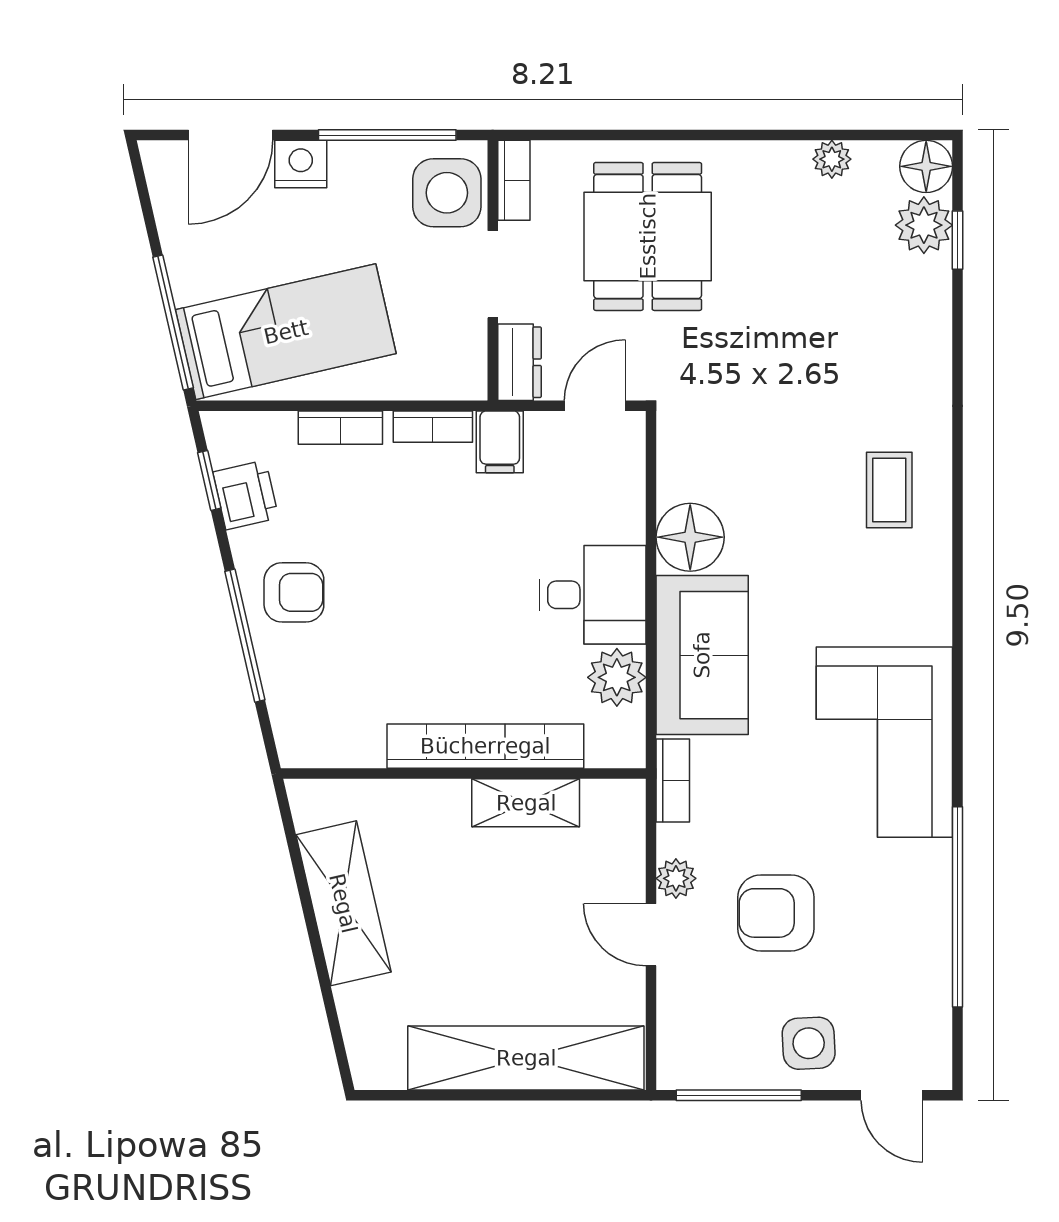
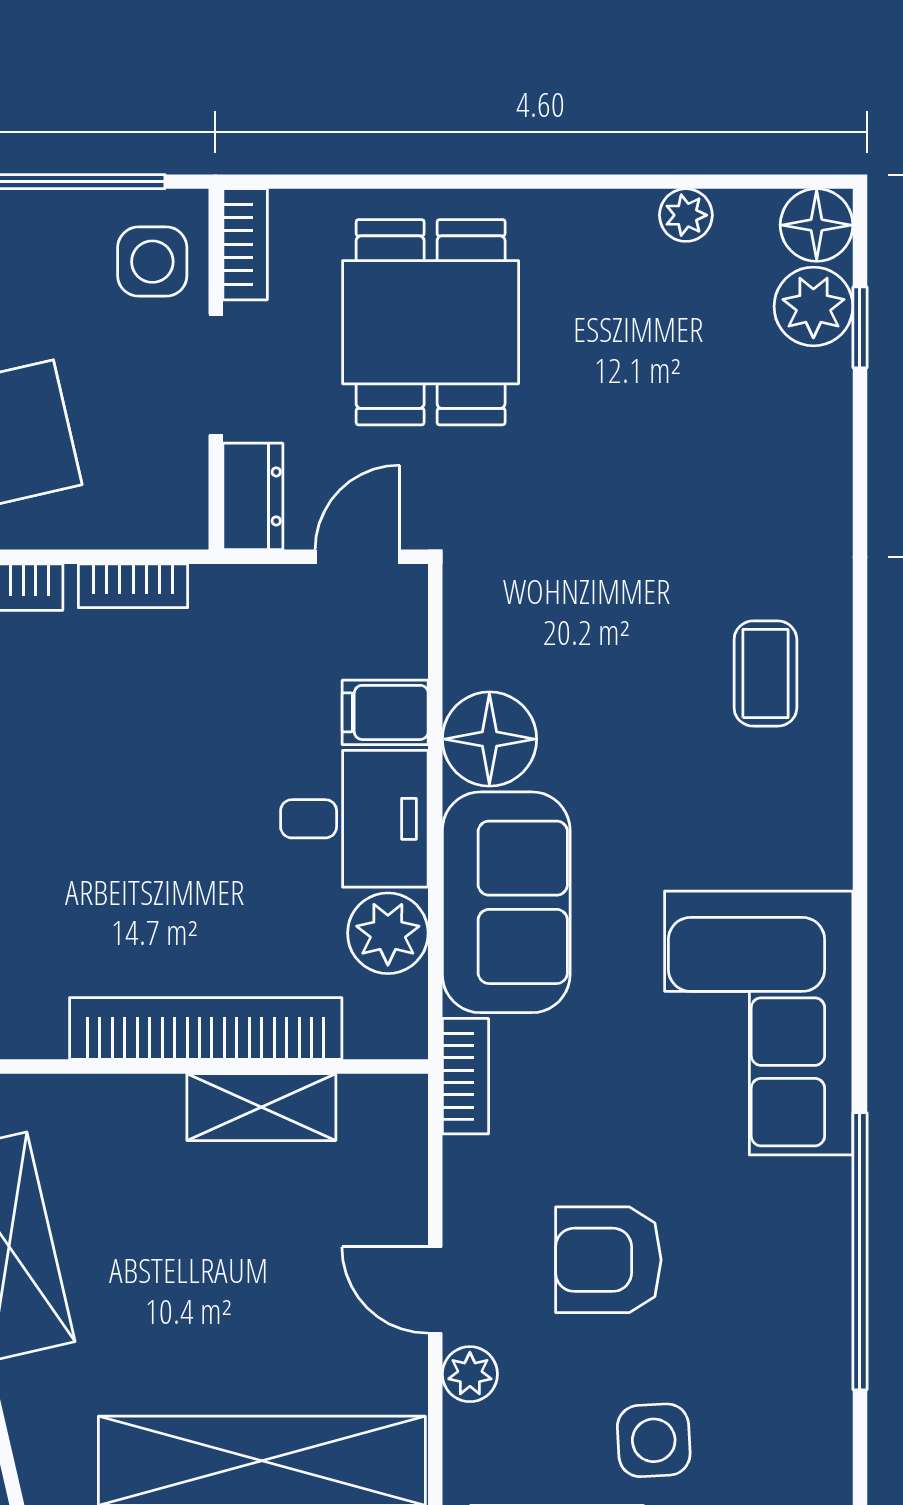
side table: (447, 193) -> (152, 262), width x0.73, depth x0.73
filing cabinet: (500, 442) -> (385, 712), moved, turned 90
plant: (676, 878) -> (470, 1374), moved

